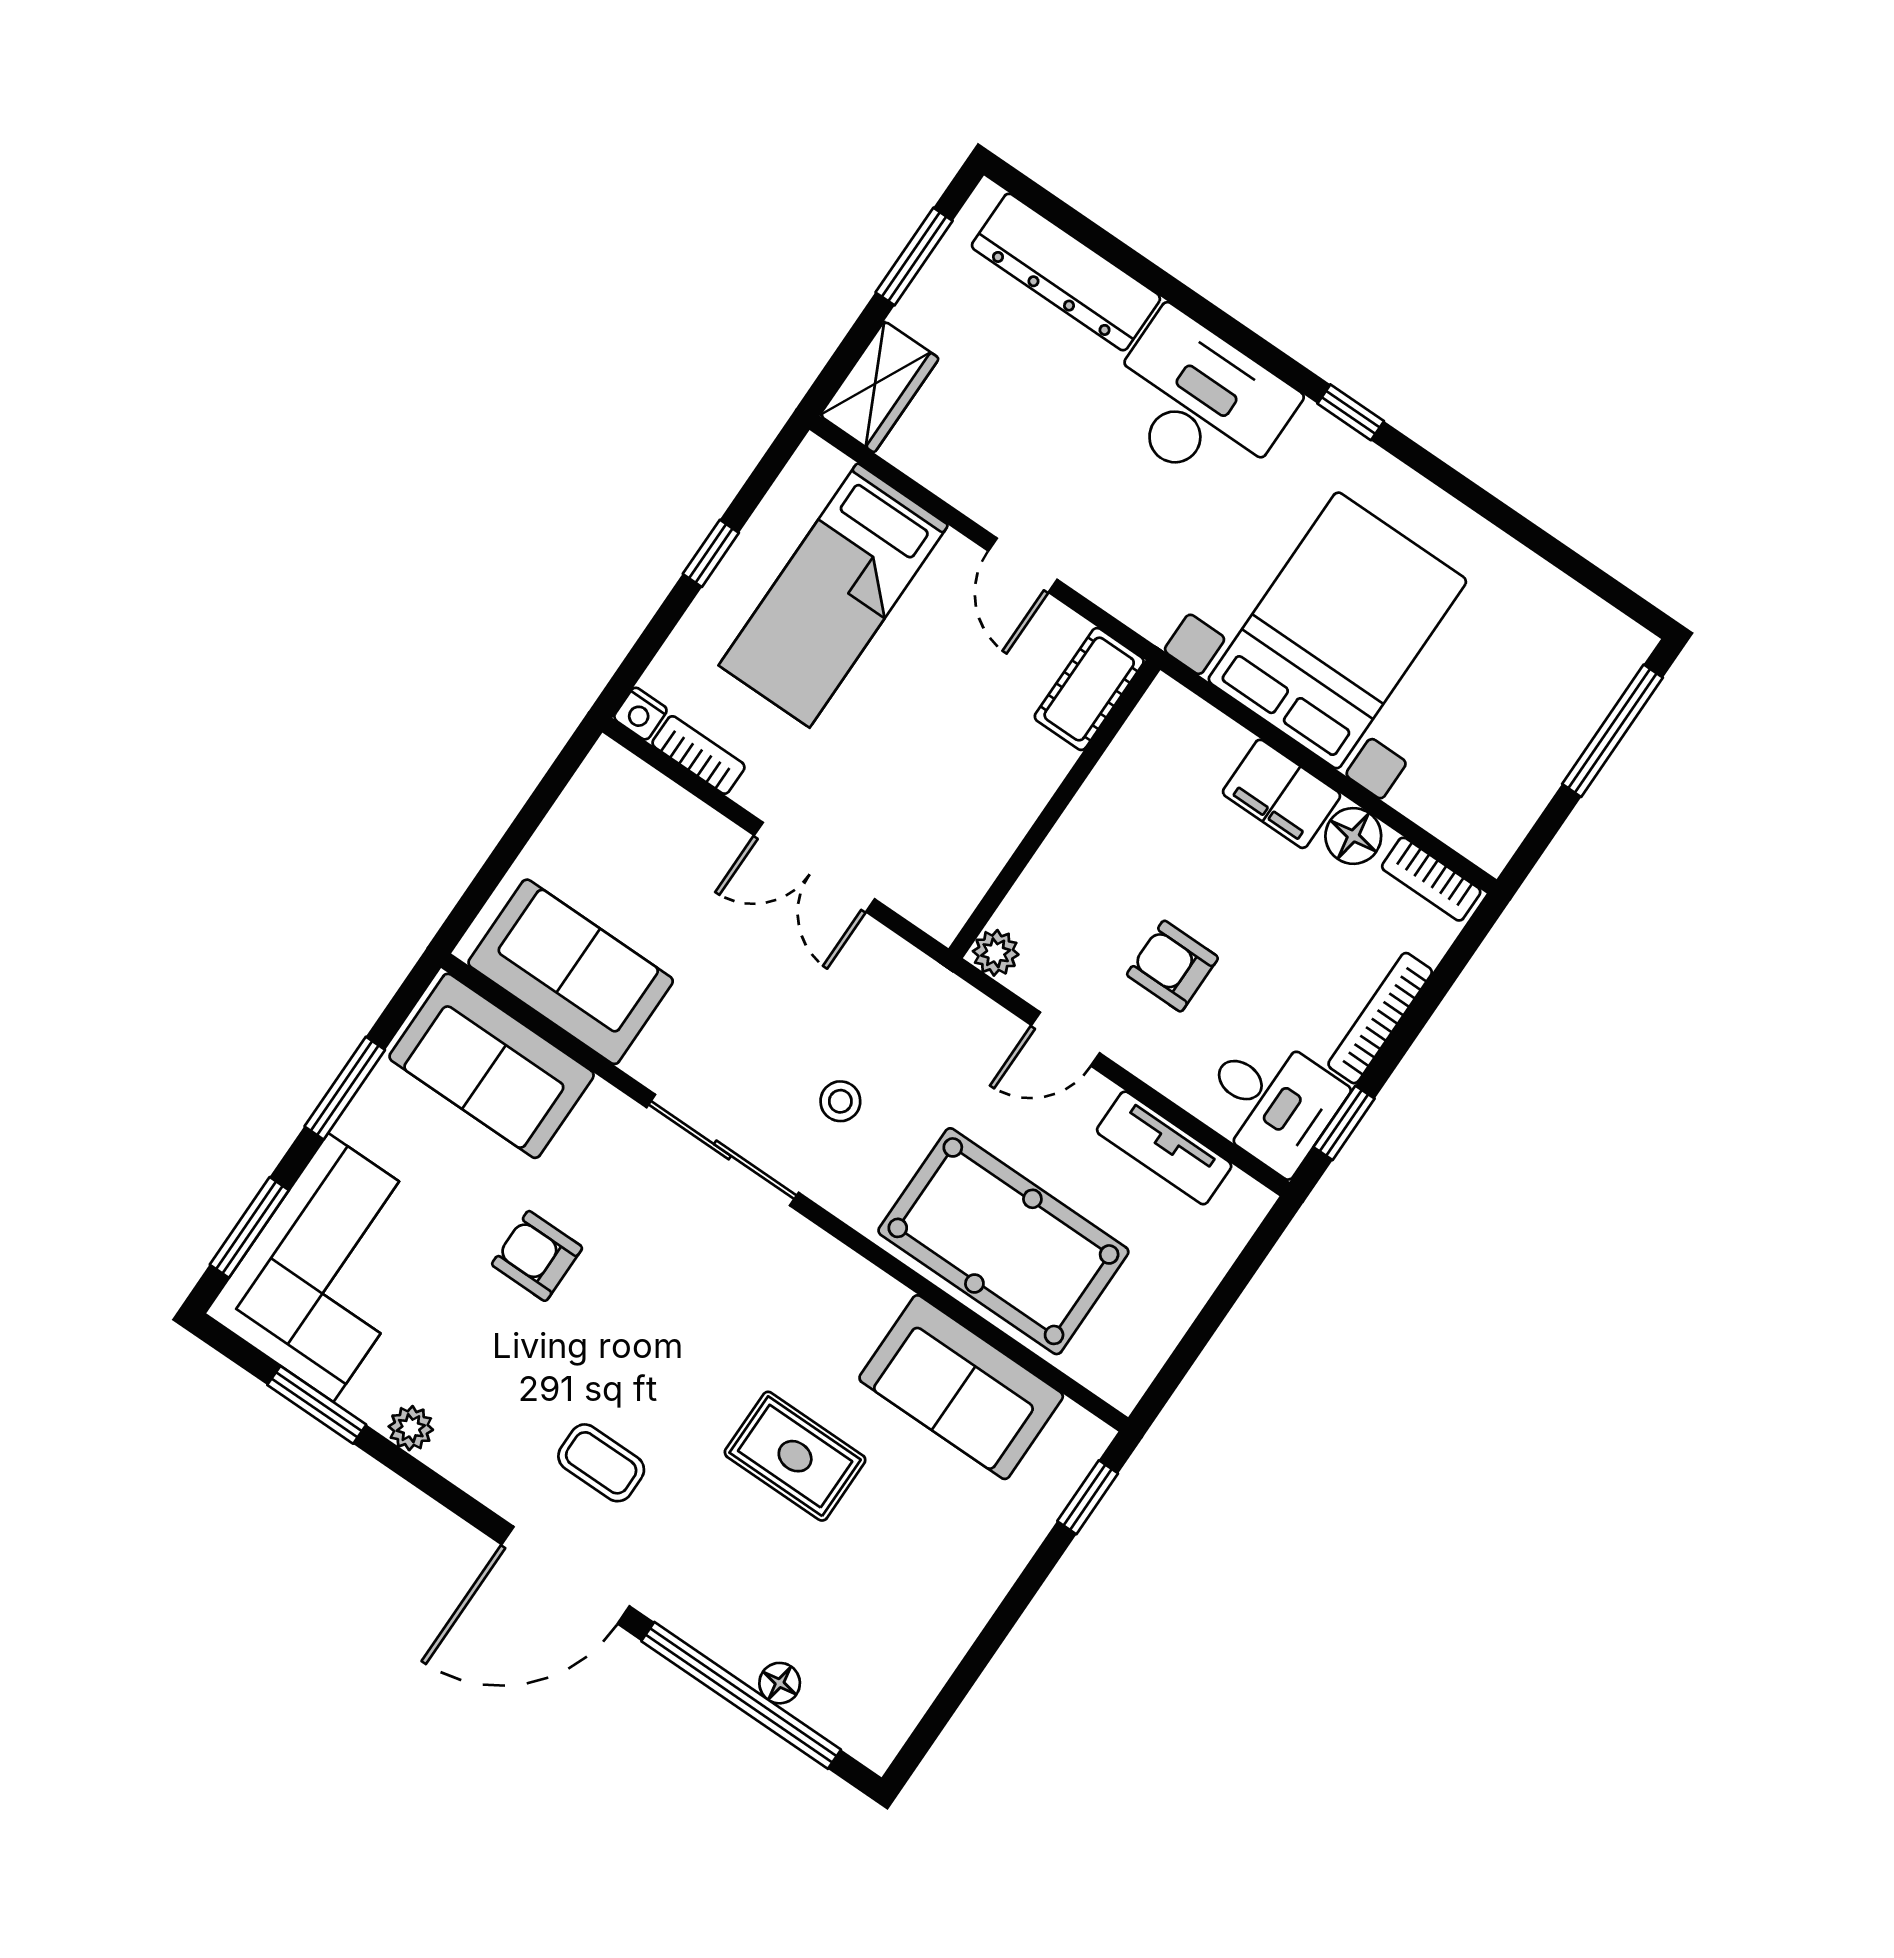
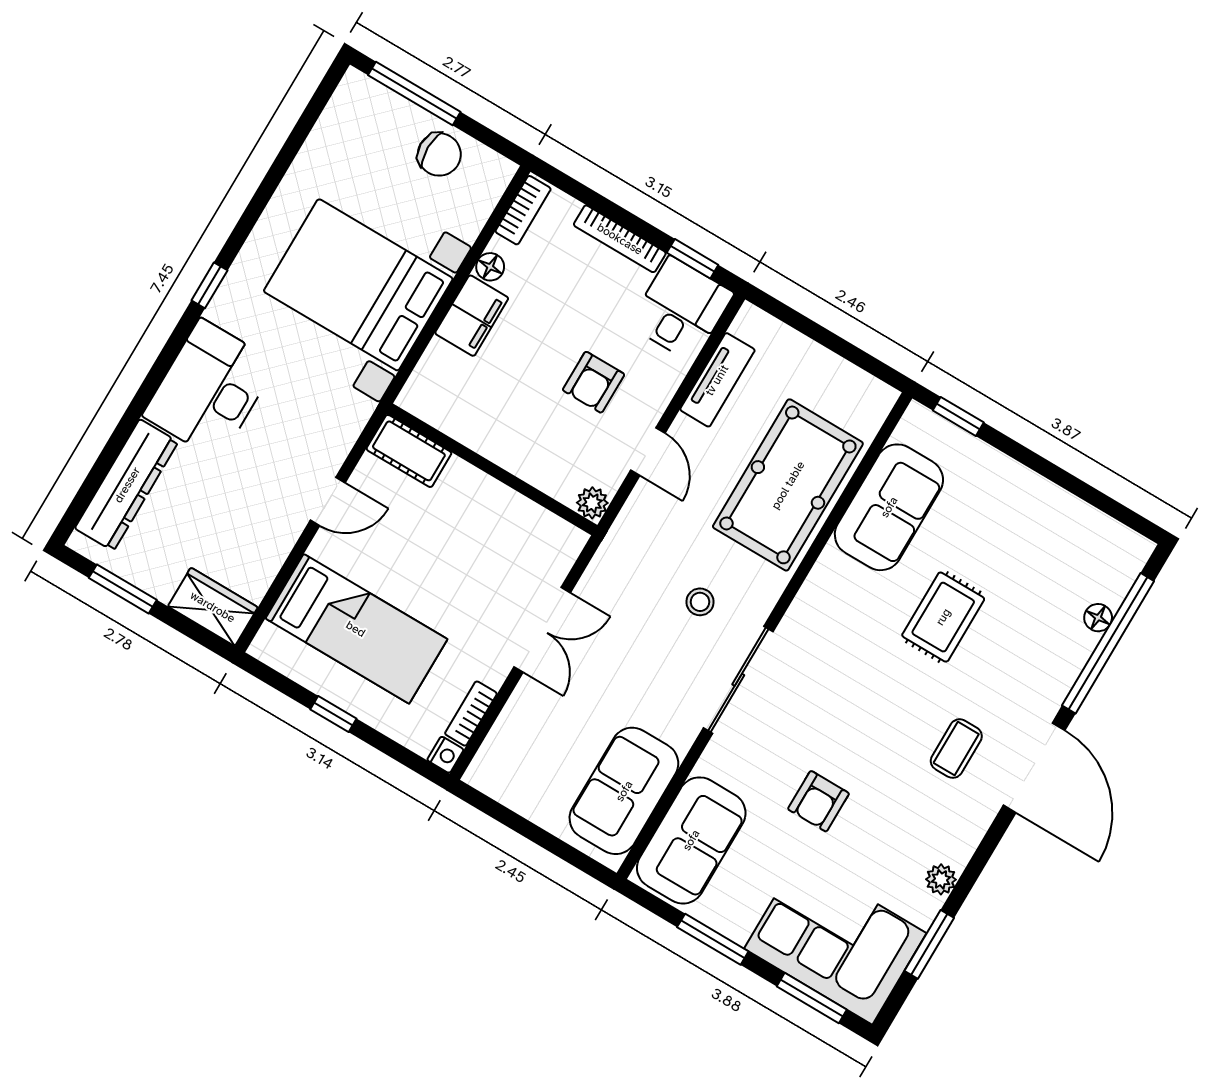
chair: (1521, 762) -> (439, 154), added
floor lamp: (1353, 836) -> (490, 267), width x0.73, depth x0.73

